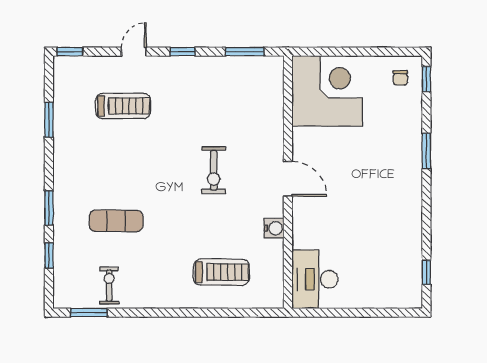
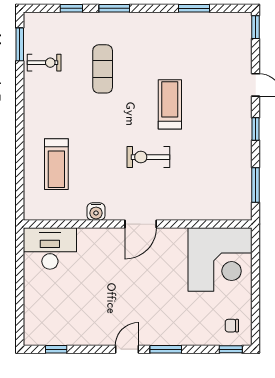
treadmill: (123, 106) -> (170, 104), moved, turned 180
door: (426, 194) -> (127, 349), added

